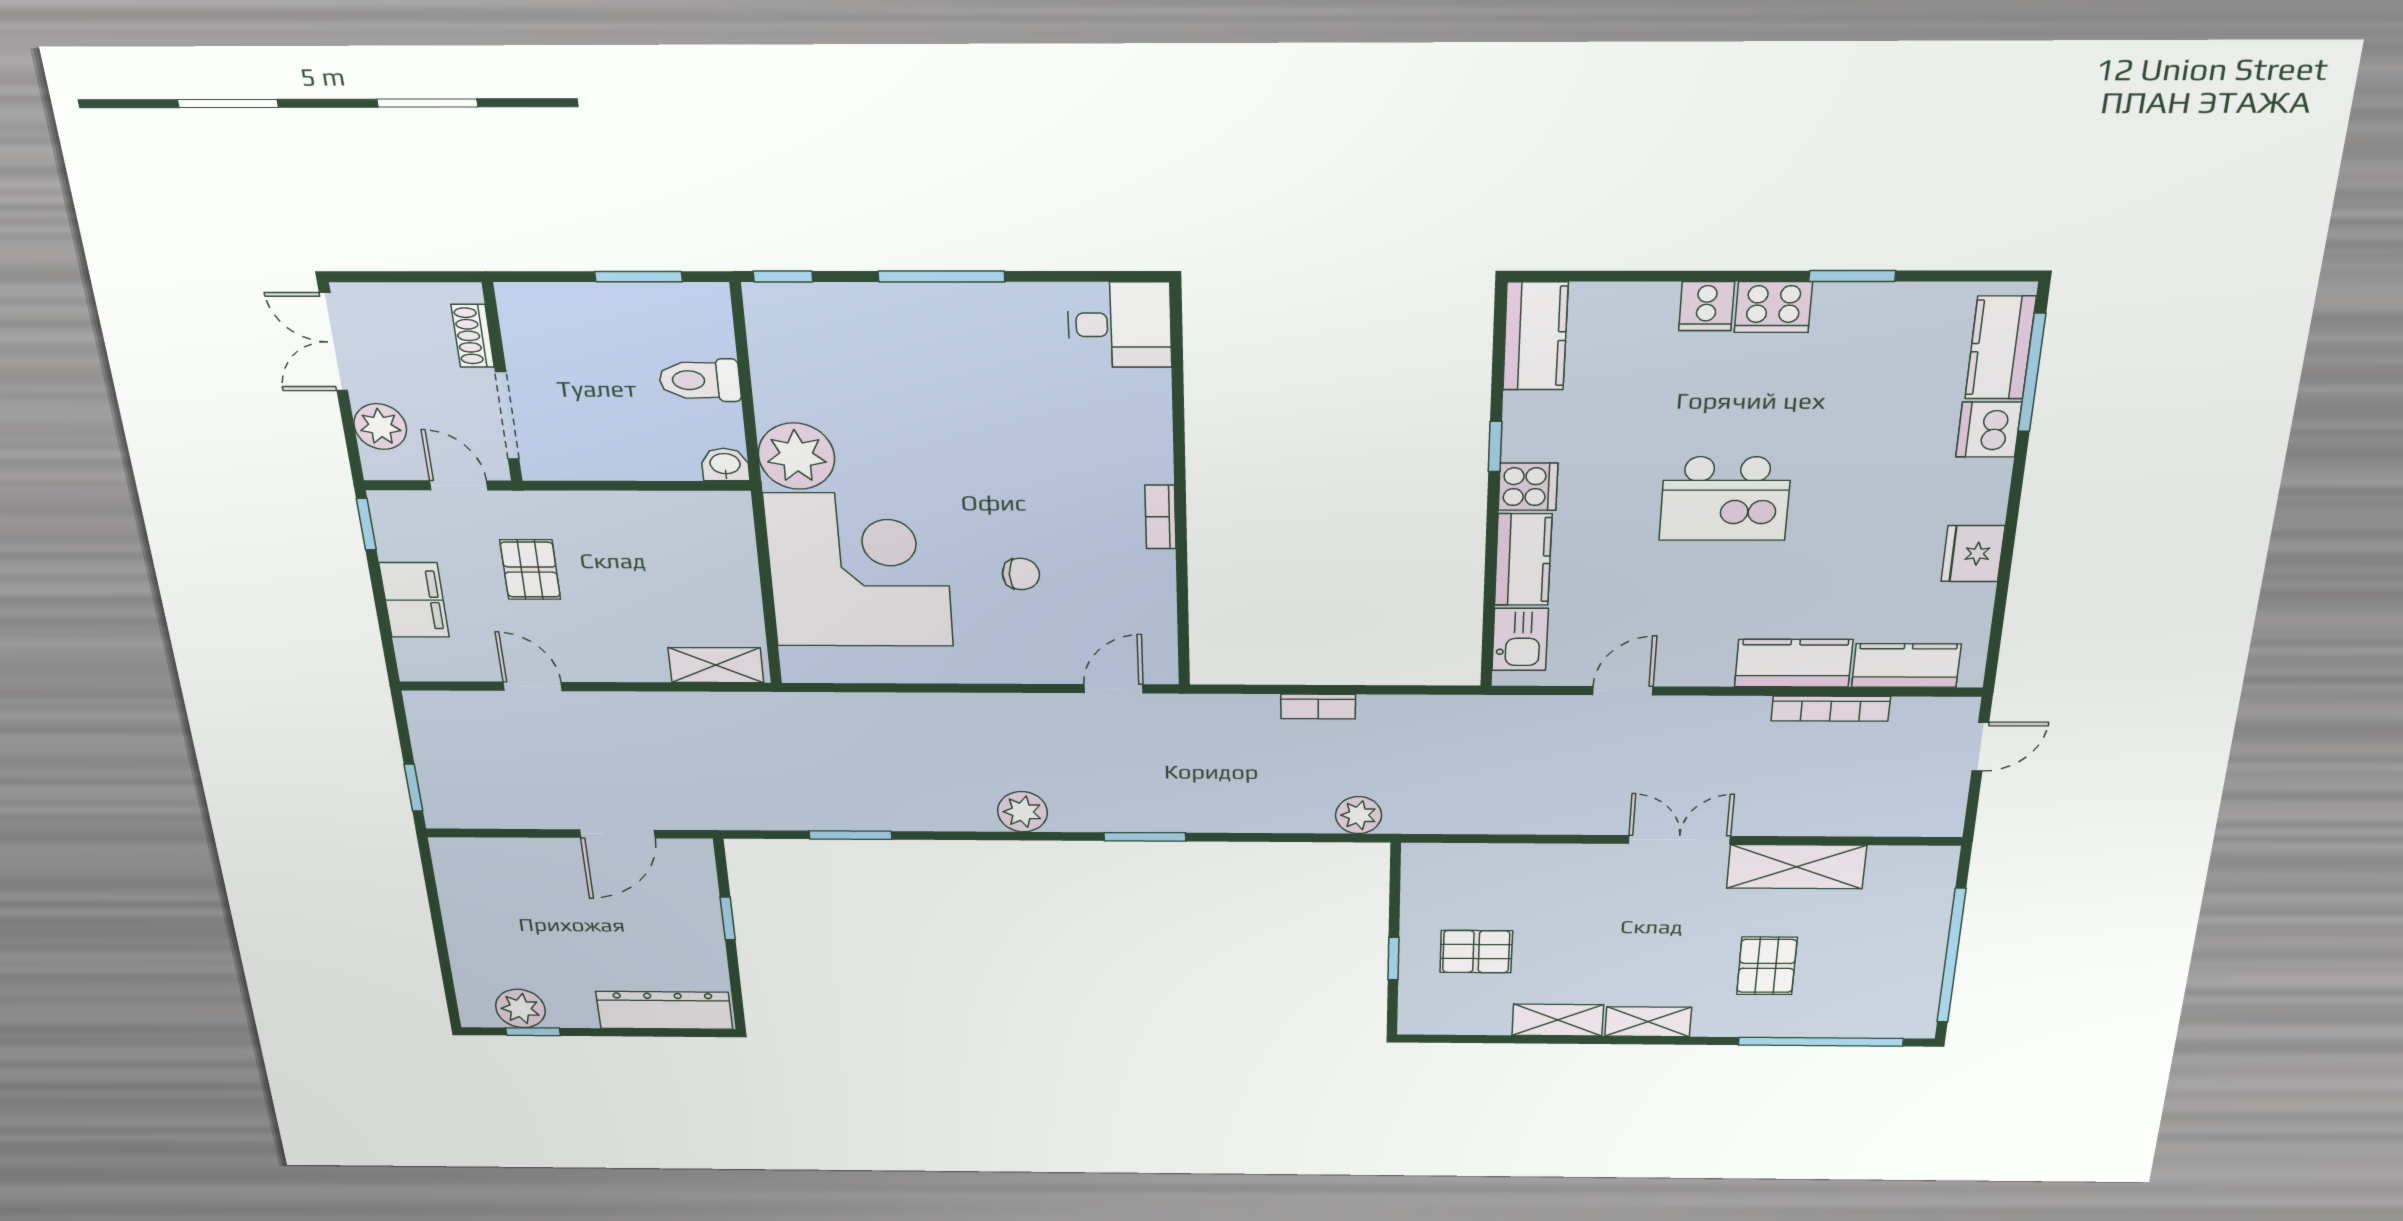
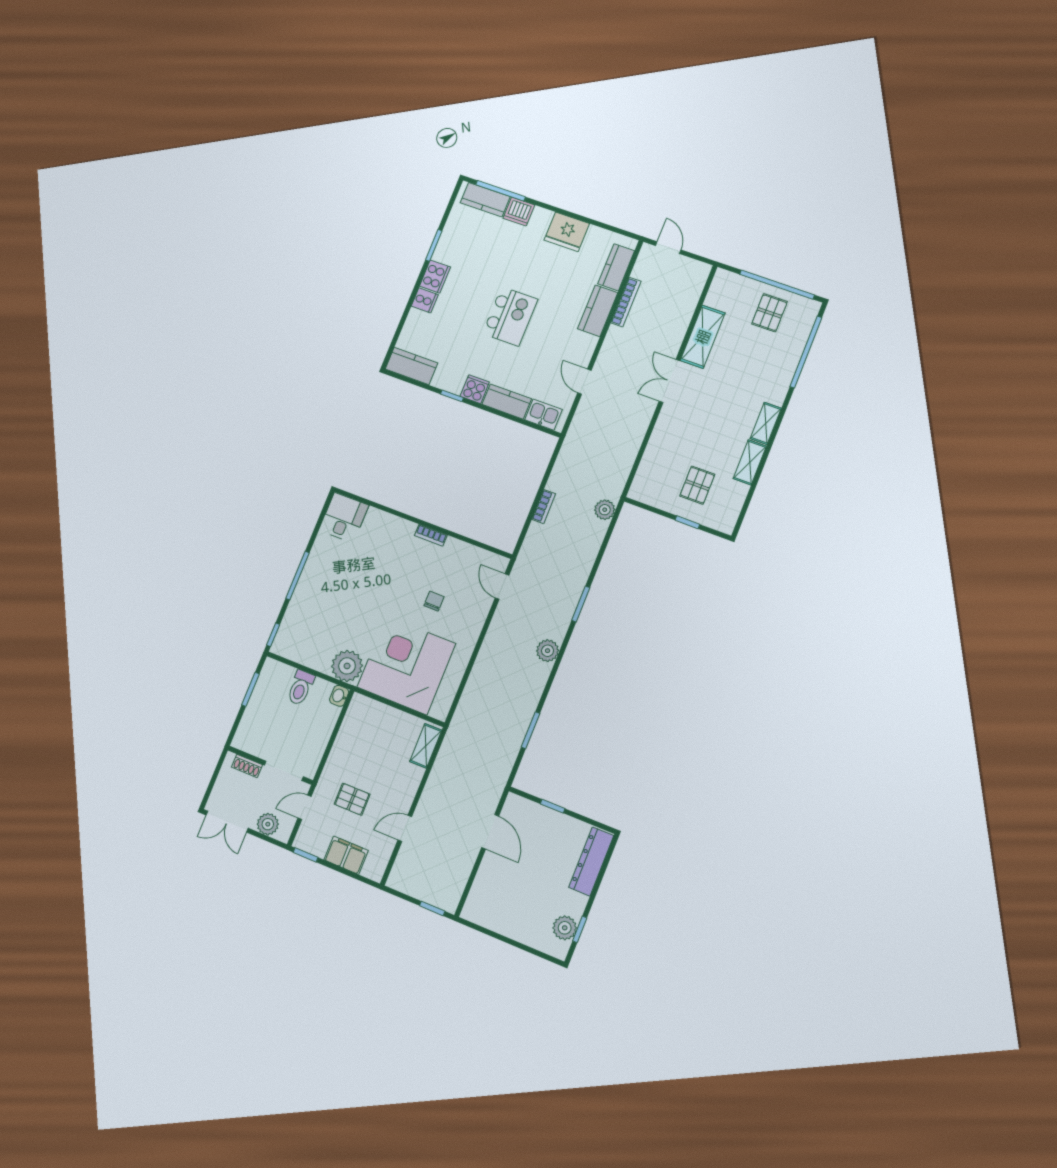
fridge: (1973, 554) -> (567, 232), width x1.36, depth x1.34
pallet: (1767, 966) -> (769, 313), moved, turned 90

